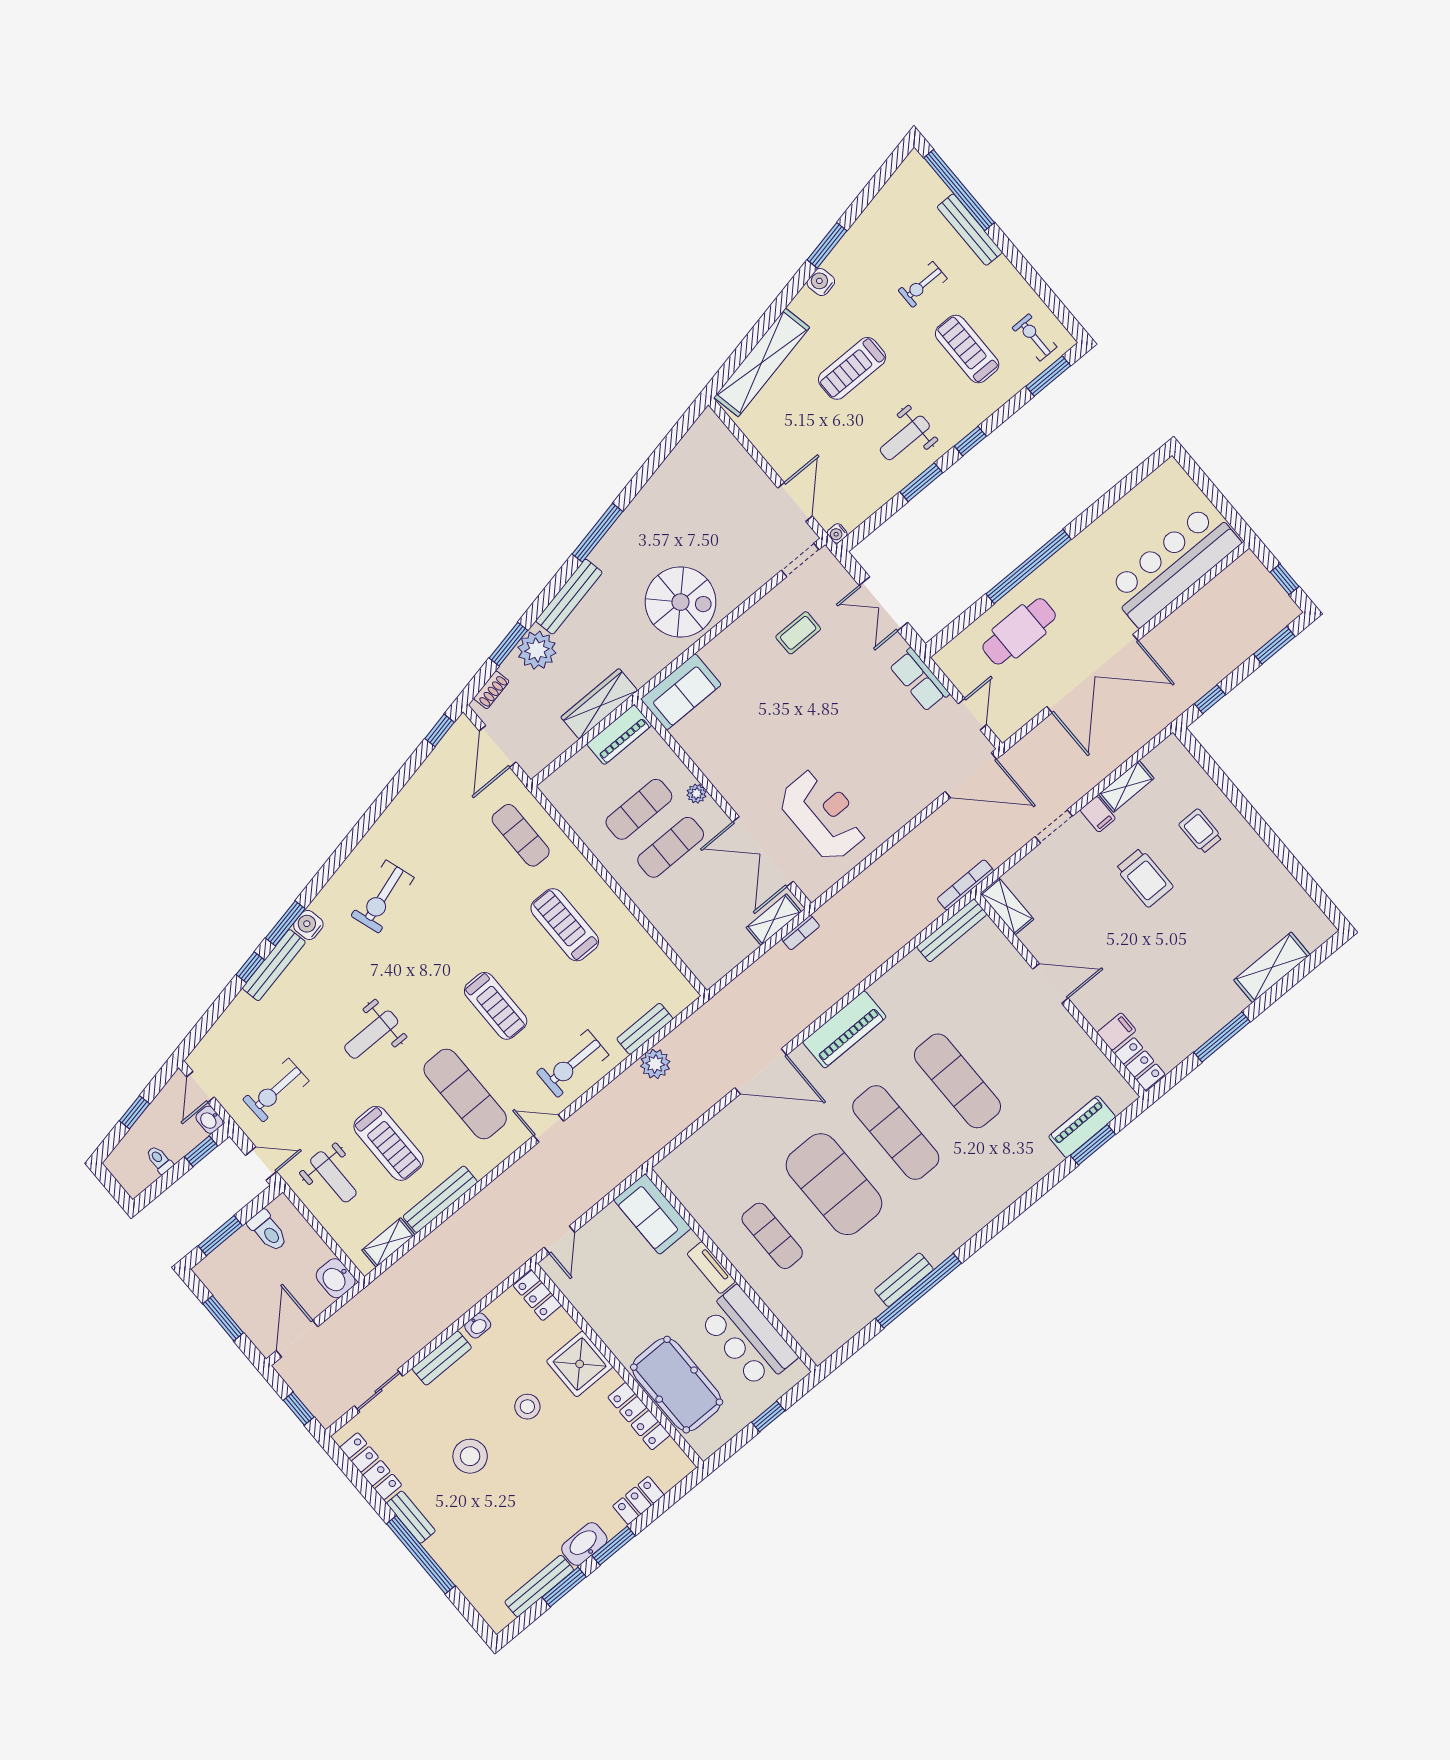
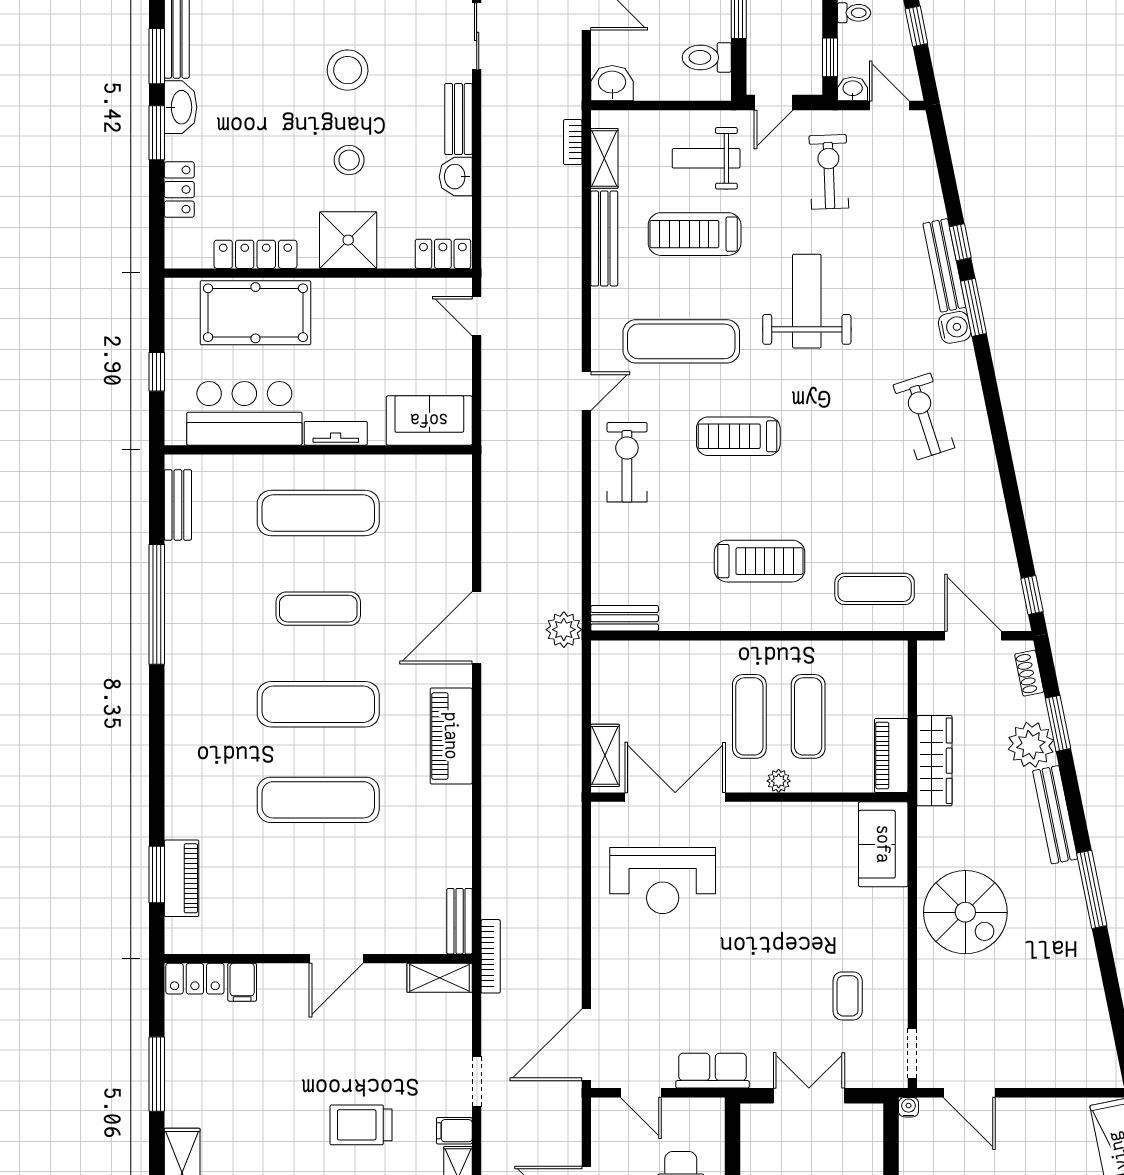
spiral stairs: (680, 602) -> (965, 912), turned -90
bench: (952, 930) -> (460, 921), width x0.73
bookcase: (801, 933) -> (573, 142), moved
bench: (645, 1029) -> (625, 618), moved, turned 90
weight bench: (371, 1035) -> (807, 301), width x1.36, depth x1.33
plant: (655, 1064) -> (564, 630), moved
exercise mat: (834, 1184) -> (318, 609), width x0.50, depth x0.69
exercise mat: (772, 1236) -> (318, 513), width x1.36, depth x1.45
bench: (904, 1280) -> (178, 505), moved
washbasin: (478, 1326) -> (456, 177), width x1.38, depth x1.45

